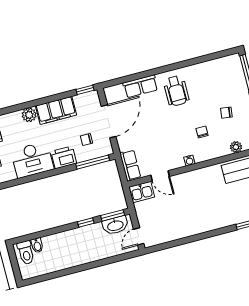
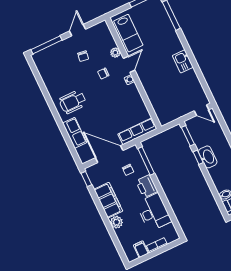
wheelchair: (176, 91) -> (73, 102), turned 180
plant: (236, 147) -> (115, 53), moved
row of seats: (130, 165) -> (137, 131), width x1.48
door: (160, 176) -> (129, 64), moved
kitchen sink: (142, 192) -> (183, 61), moved, turned 180
washbasin: (115, 225) -> (208, 157), moved

